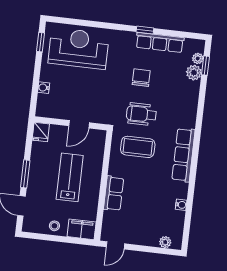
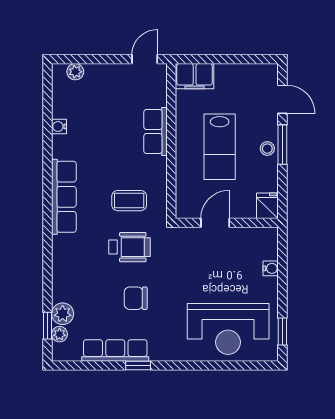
chair: (141, 78) -> (136, 298), turned 90
coffee table: (138, 147) -> (129, 201), width x0.73, depth x0.77
stool: (54, 226) -> (267, 149), moved

